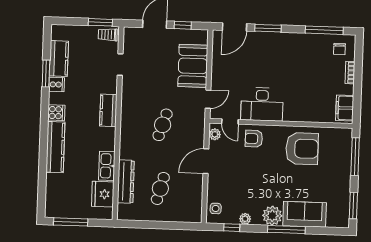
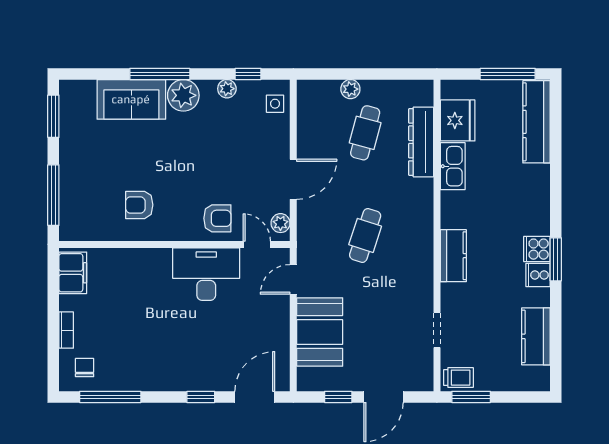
window: (268, 28) -> (201, 397), width x0.67
window: (46, 73) -> (556, 259), moved
cooker: (57, 84) -> (538, 275), moved
kitchen counter: (55, 147) -> (536, 122), moved
armchair: (302, 149) -> (139, 205), width x0.53, depth x0.53
plant: (169, 216) -> (350, 89), added

